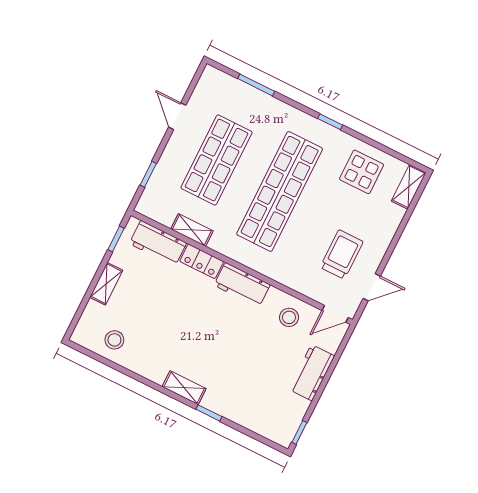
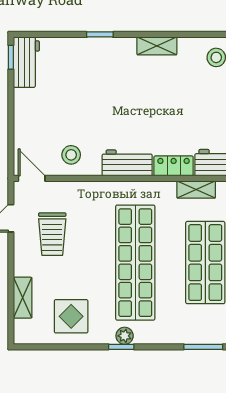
plant: (322, 130) -> (125, 336), added
shelving: (409, 187) -> (23, 298), moved
door: (335, 314) -> (32, 178), hinge flipped
workbench: (312, 373) -> (26, 62), moved
shelving: (184, 388) -> (157, 46), moved

